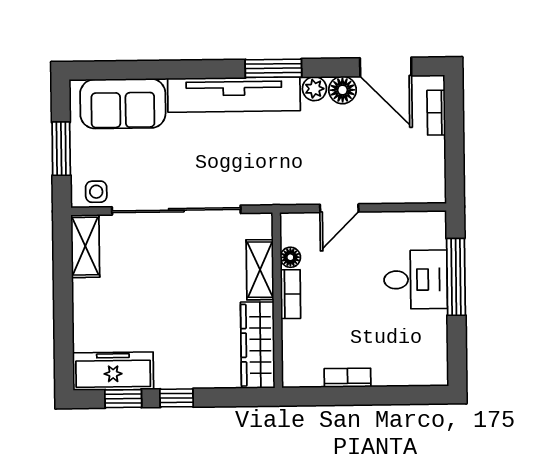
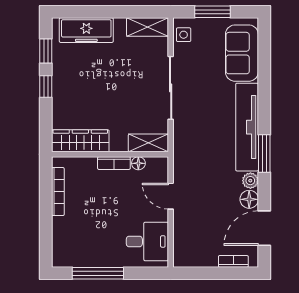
sliding door: (176, 210) -> (171, 88), width x0.73
shelving: (260, 270) -> (148, 143), moved
window: (456, 277) -> (98, 273), moved
desk: (416, 280) -> (147, 241), moved, turned -90
freezer: (113, 371) -> (86, 30), moved, turned 90
bookcase: (348, 378) -> (58, 192), width x1.56

